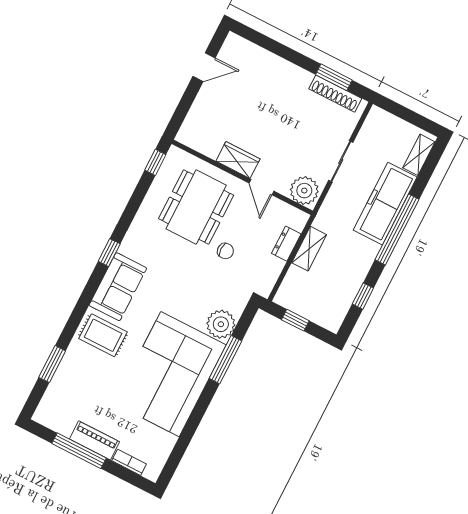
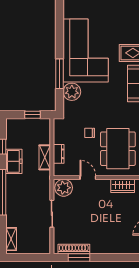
wardrobe: (238, 160) -> (123, 186), moved
freezer: (385, 204) -> (14, 161), moved, width x0.52, depth x0.79

